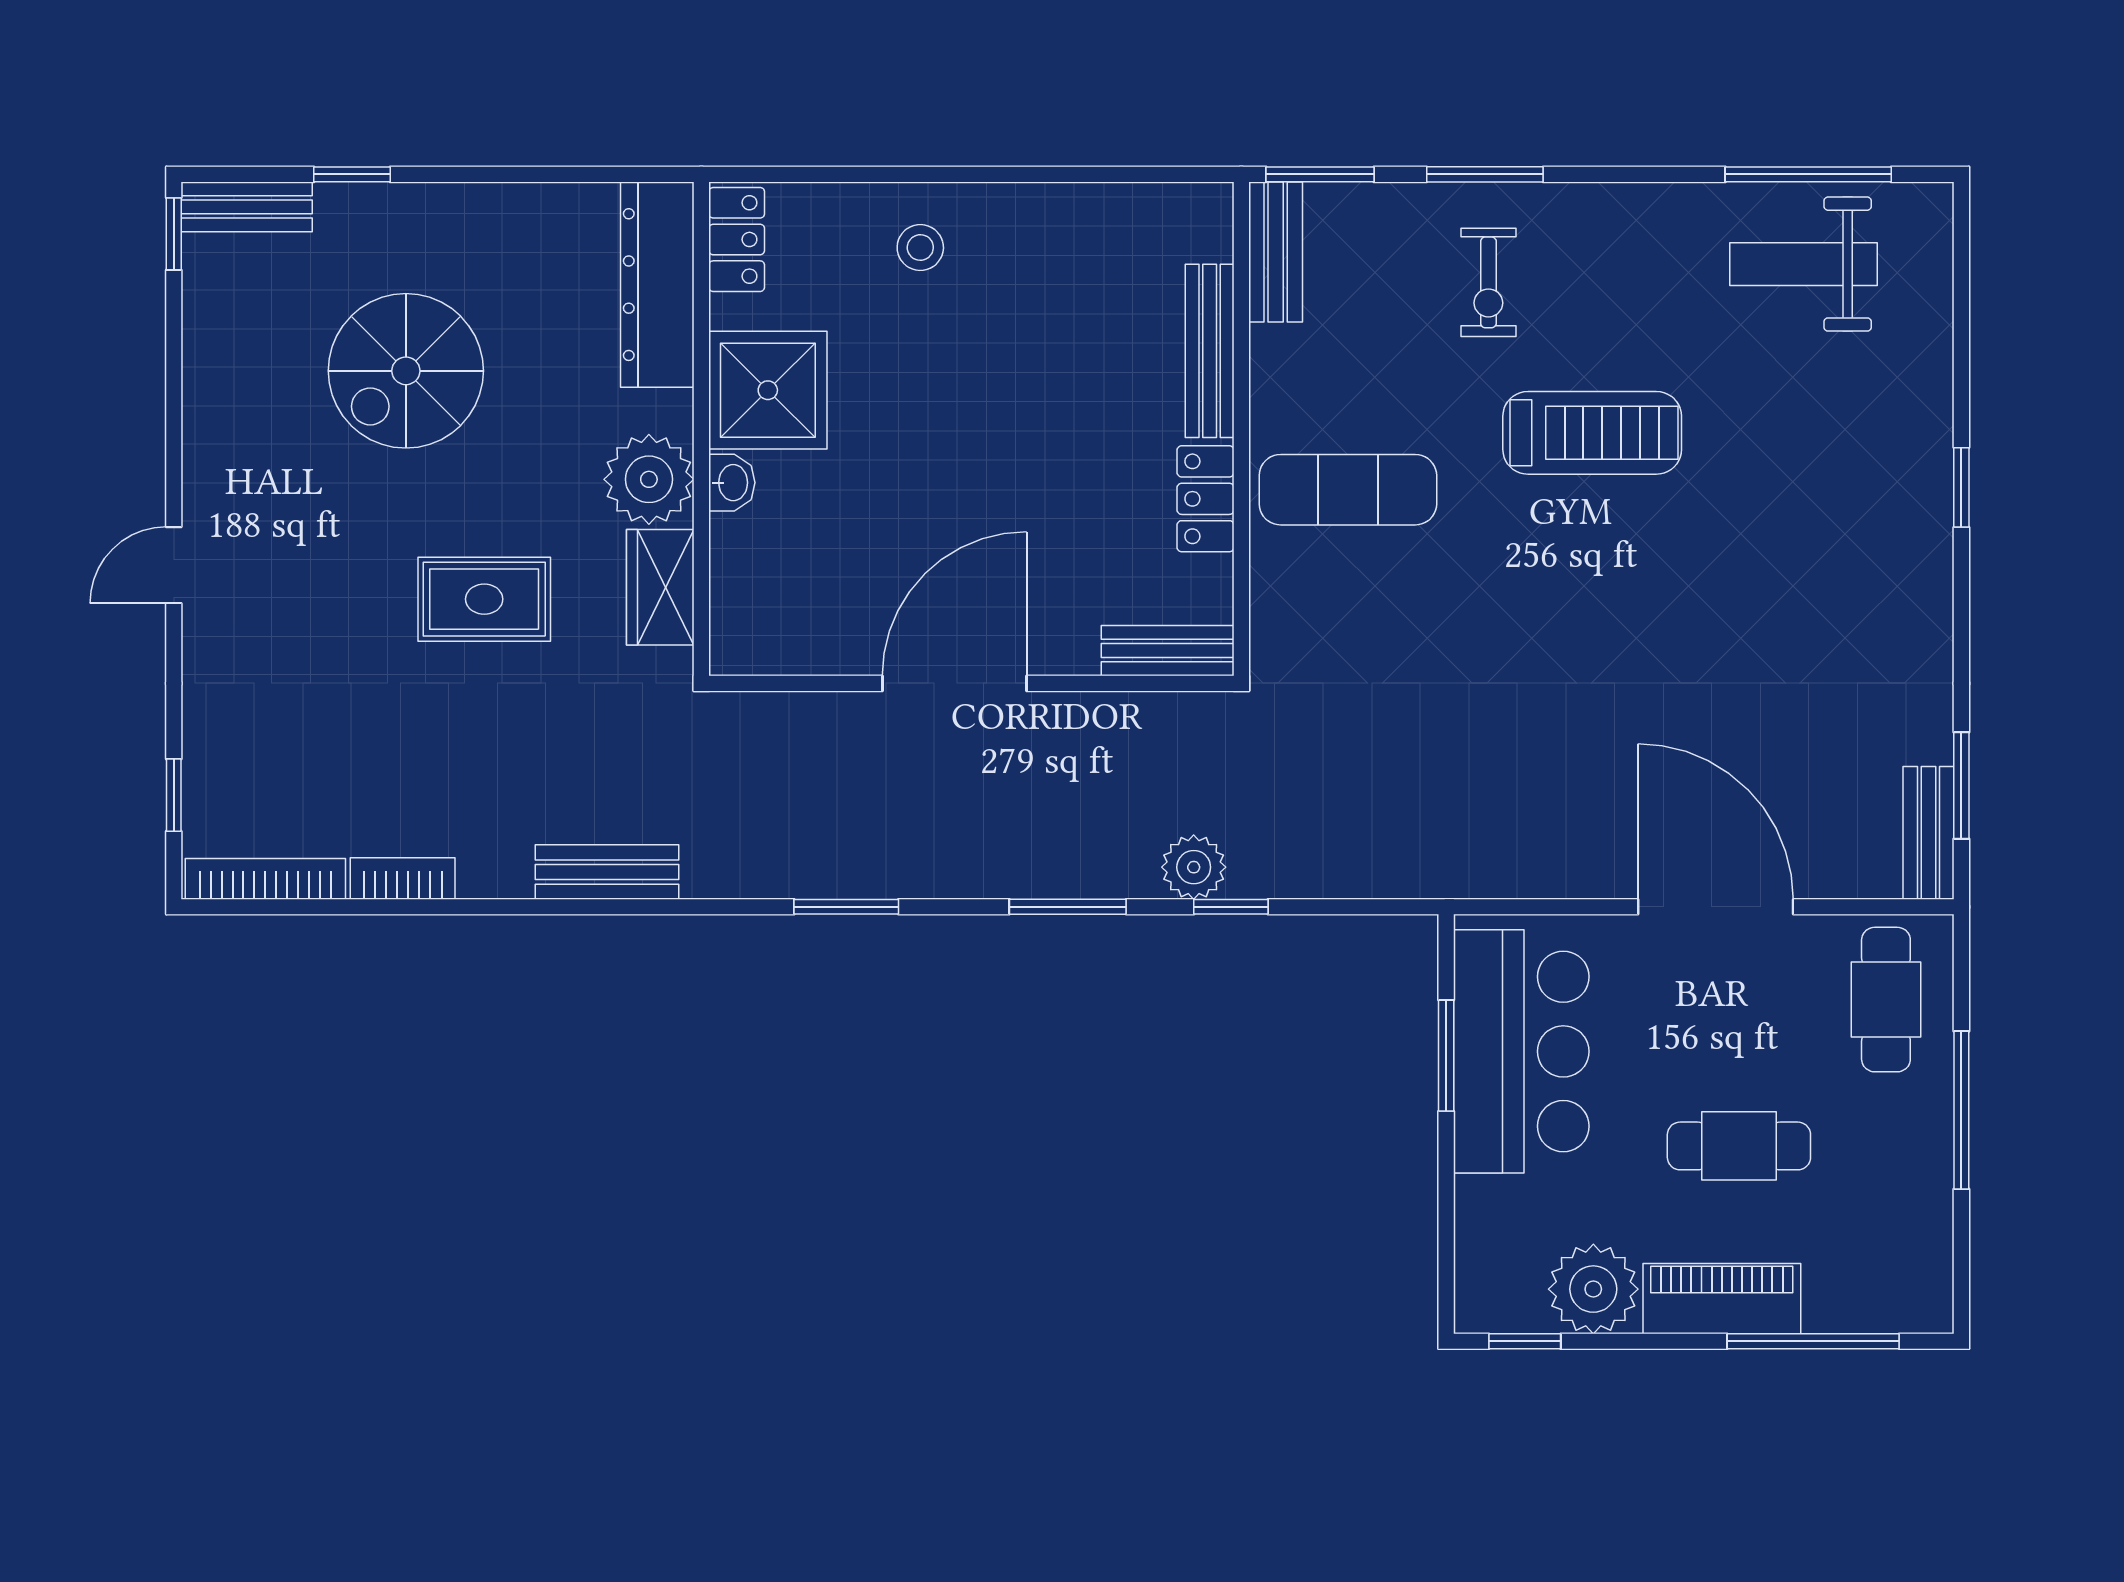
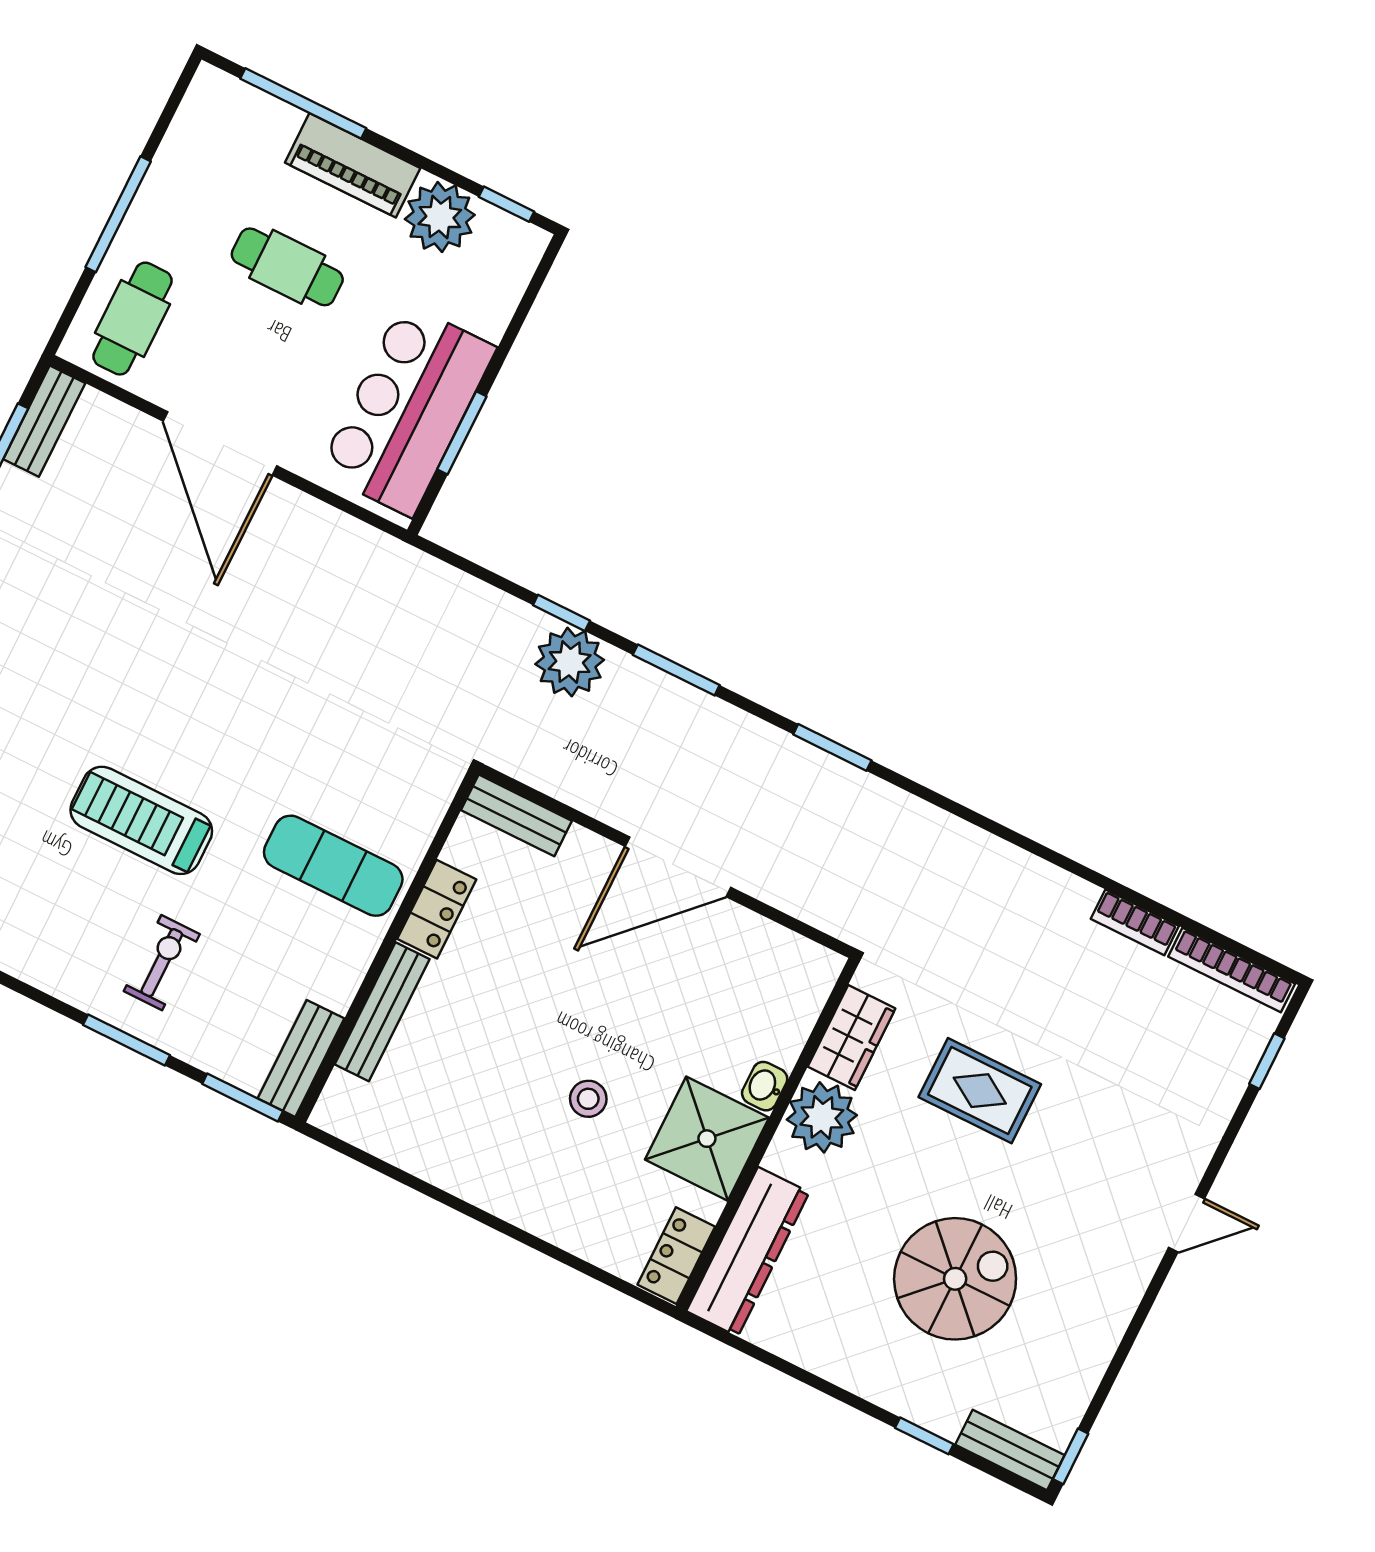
stool: (920, 247) -> (588, 1099), moved
plant: (1194, 867) -> (570, 662), width x1.36, depth x1.36
bench: (607, 872) -> (989, 855), removed

